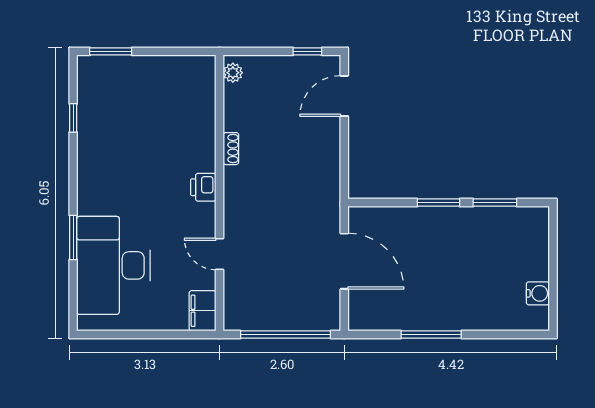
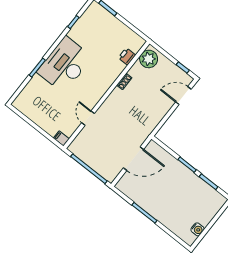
plant: (233, 73) -> (149, 59), width x1.87, depth x1.87
printer: (203, 187) -> (127, 56), moved
door: (344, 261) -> (133, 159), hinge flipped
desk: (113, 265) -> (65, 65), moved
filing cabinet: (202, 311) -> (61, 138), width x0.50

